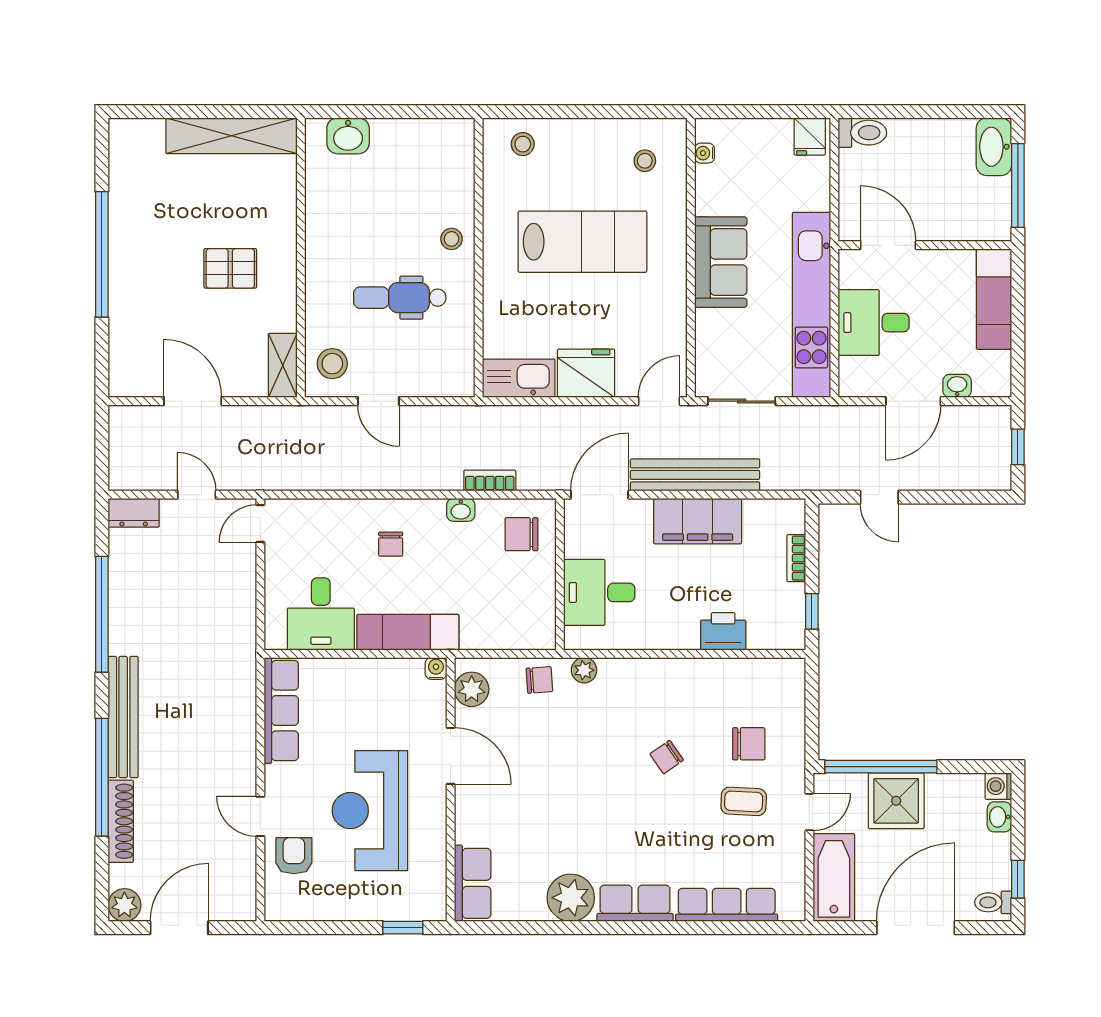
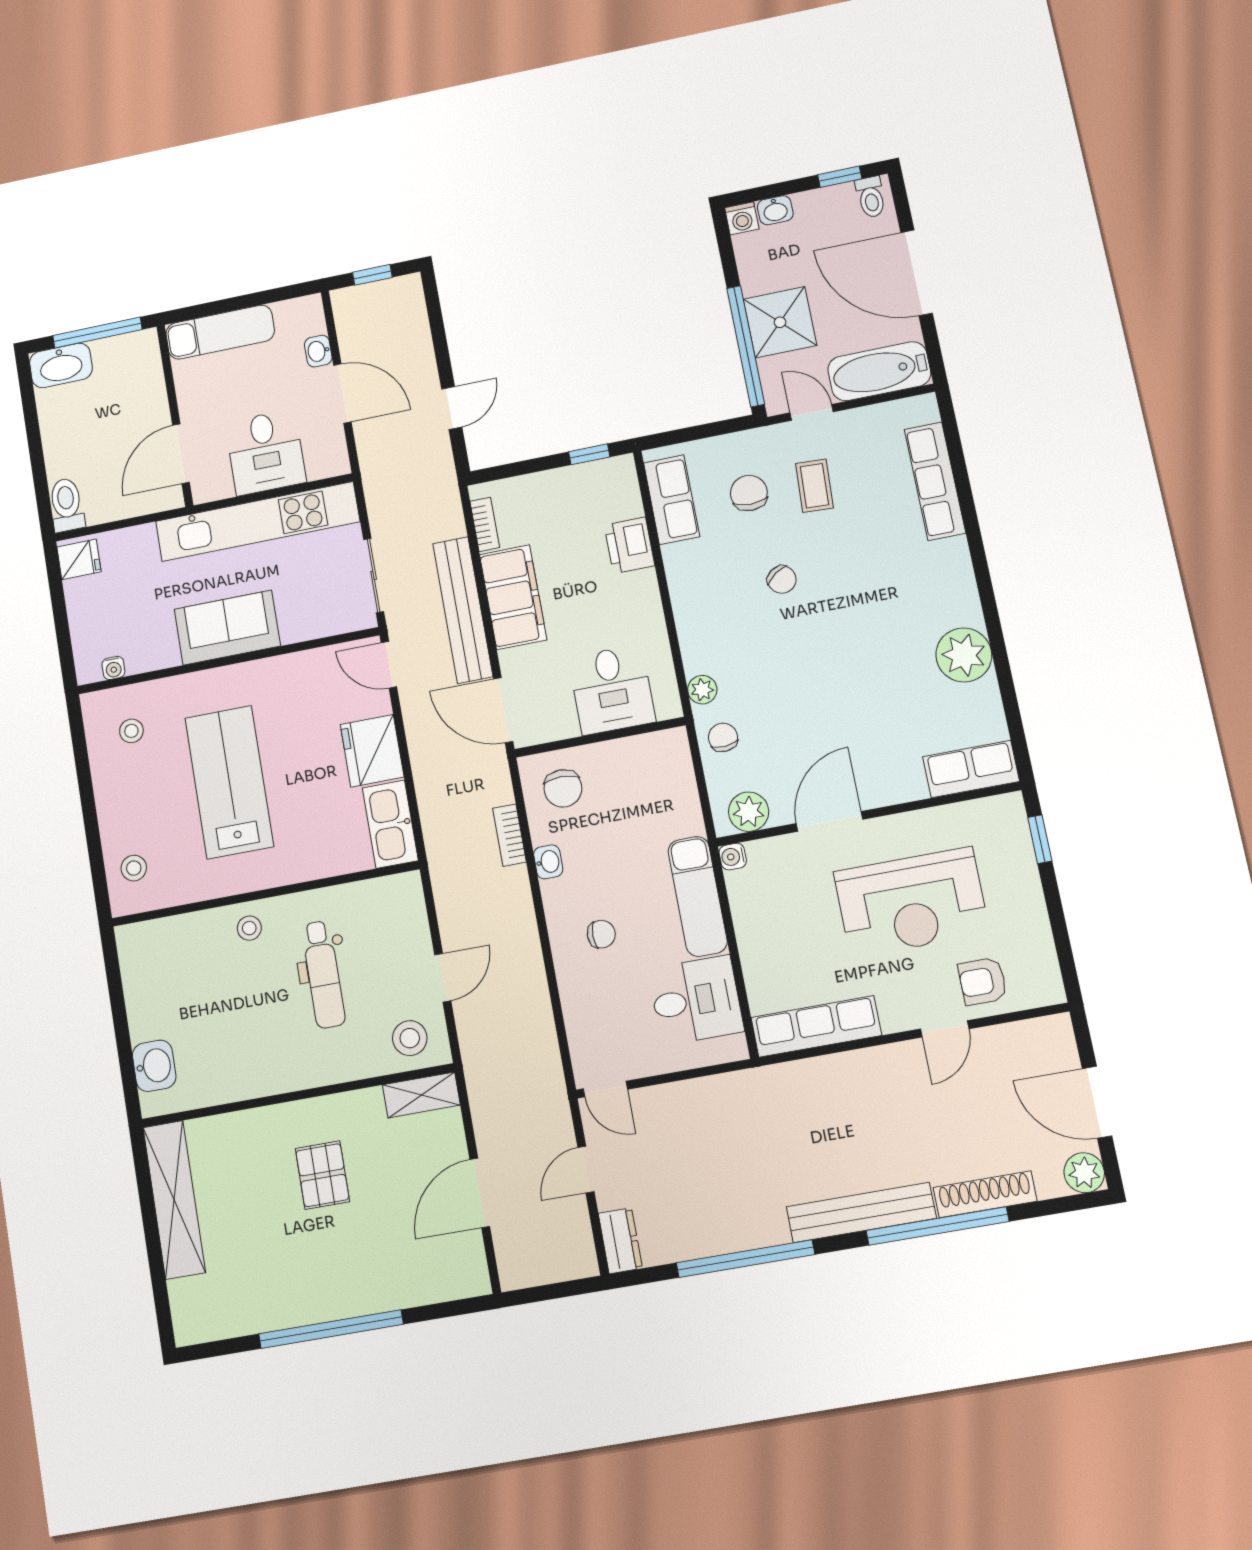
bookcase: (796, 558) -> (485, 524), moved, turned -90
row of seats: (635, 903) -> (672, 500), moved, turned 180

